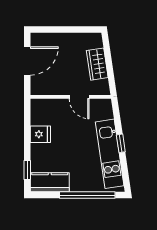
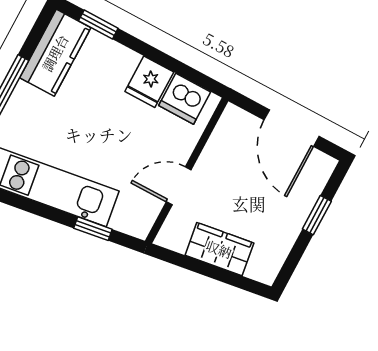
window: (59, 29) -> (317, 215), added
dishwasher: (39, 115) -> (185, 99), added
window: (121, 143) -> (93, 229), moved

